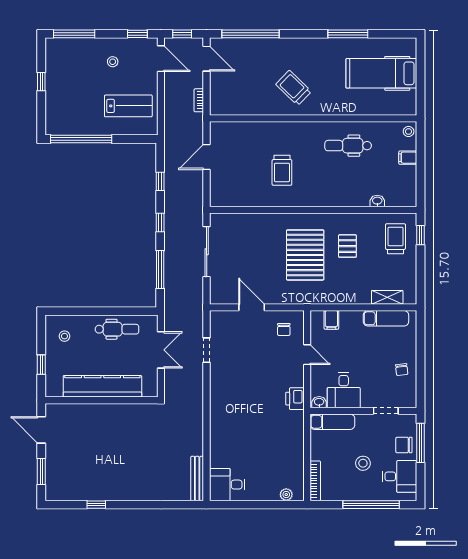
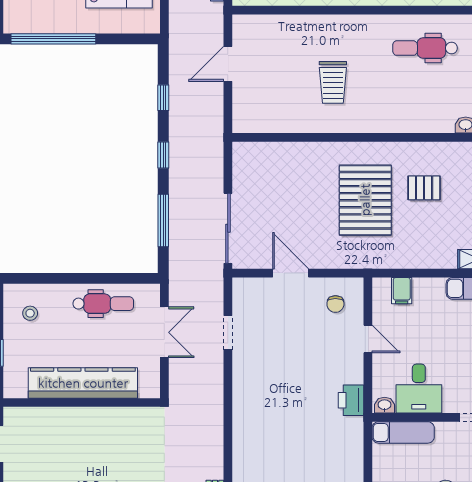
pallet: (347, 246) -> (424, 188), turned 90
sliding door: (207, 252) -> (228, 228), moved

